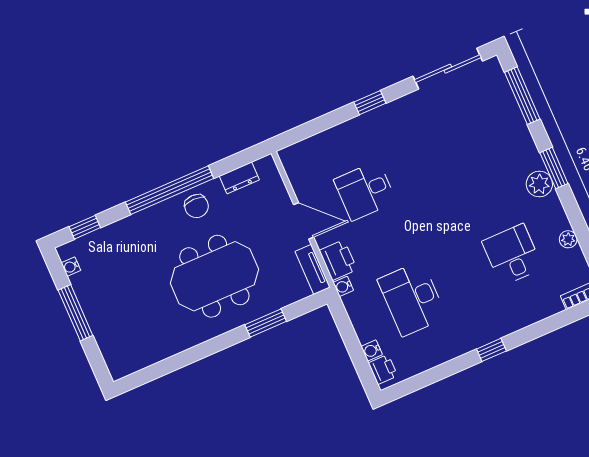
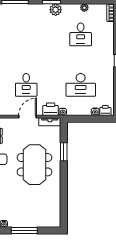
desk: (512, 255) -> (81, 34), turned -90

